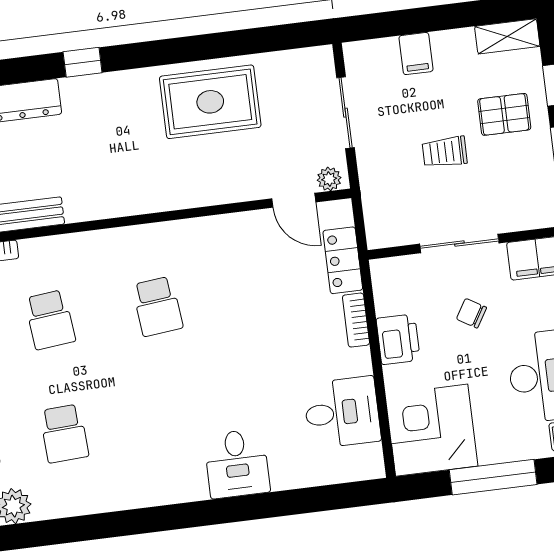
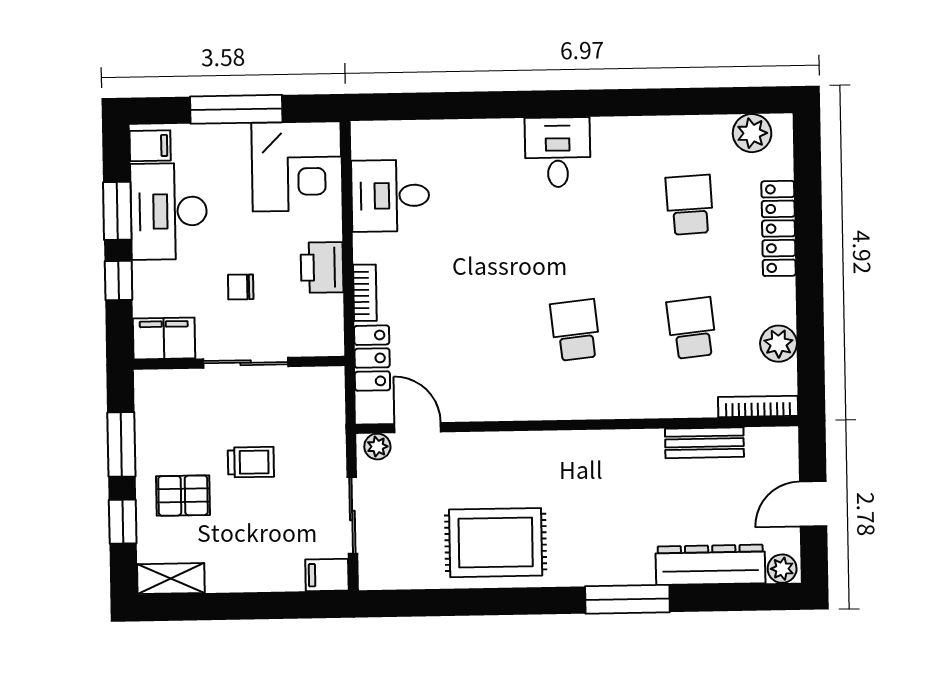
filing cabinet: (416, 54) -> (327, 575), moved, turned -90
window: (83, 62) -> (627, 599), width x2.17
chair: (471, 313) -> (241, 287), turned 149
desk: (237, 464) -> (558, 152), moved

